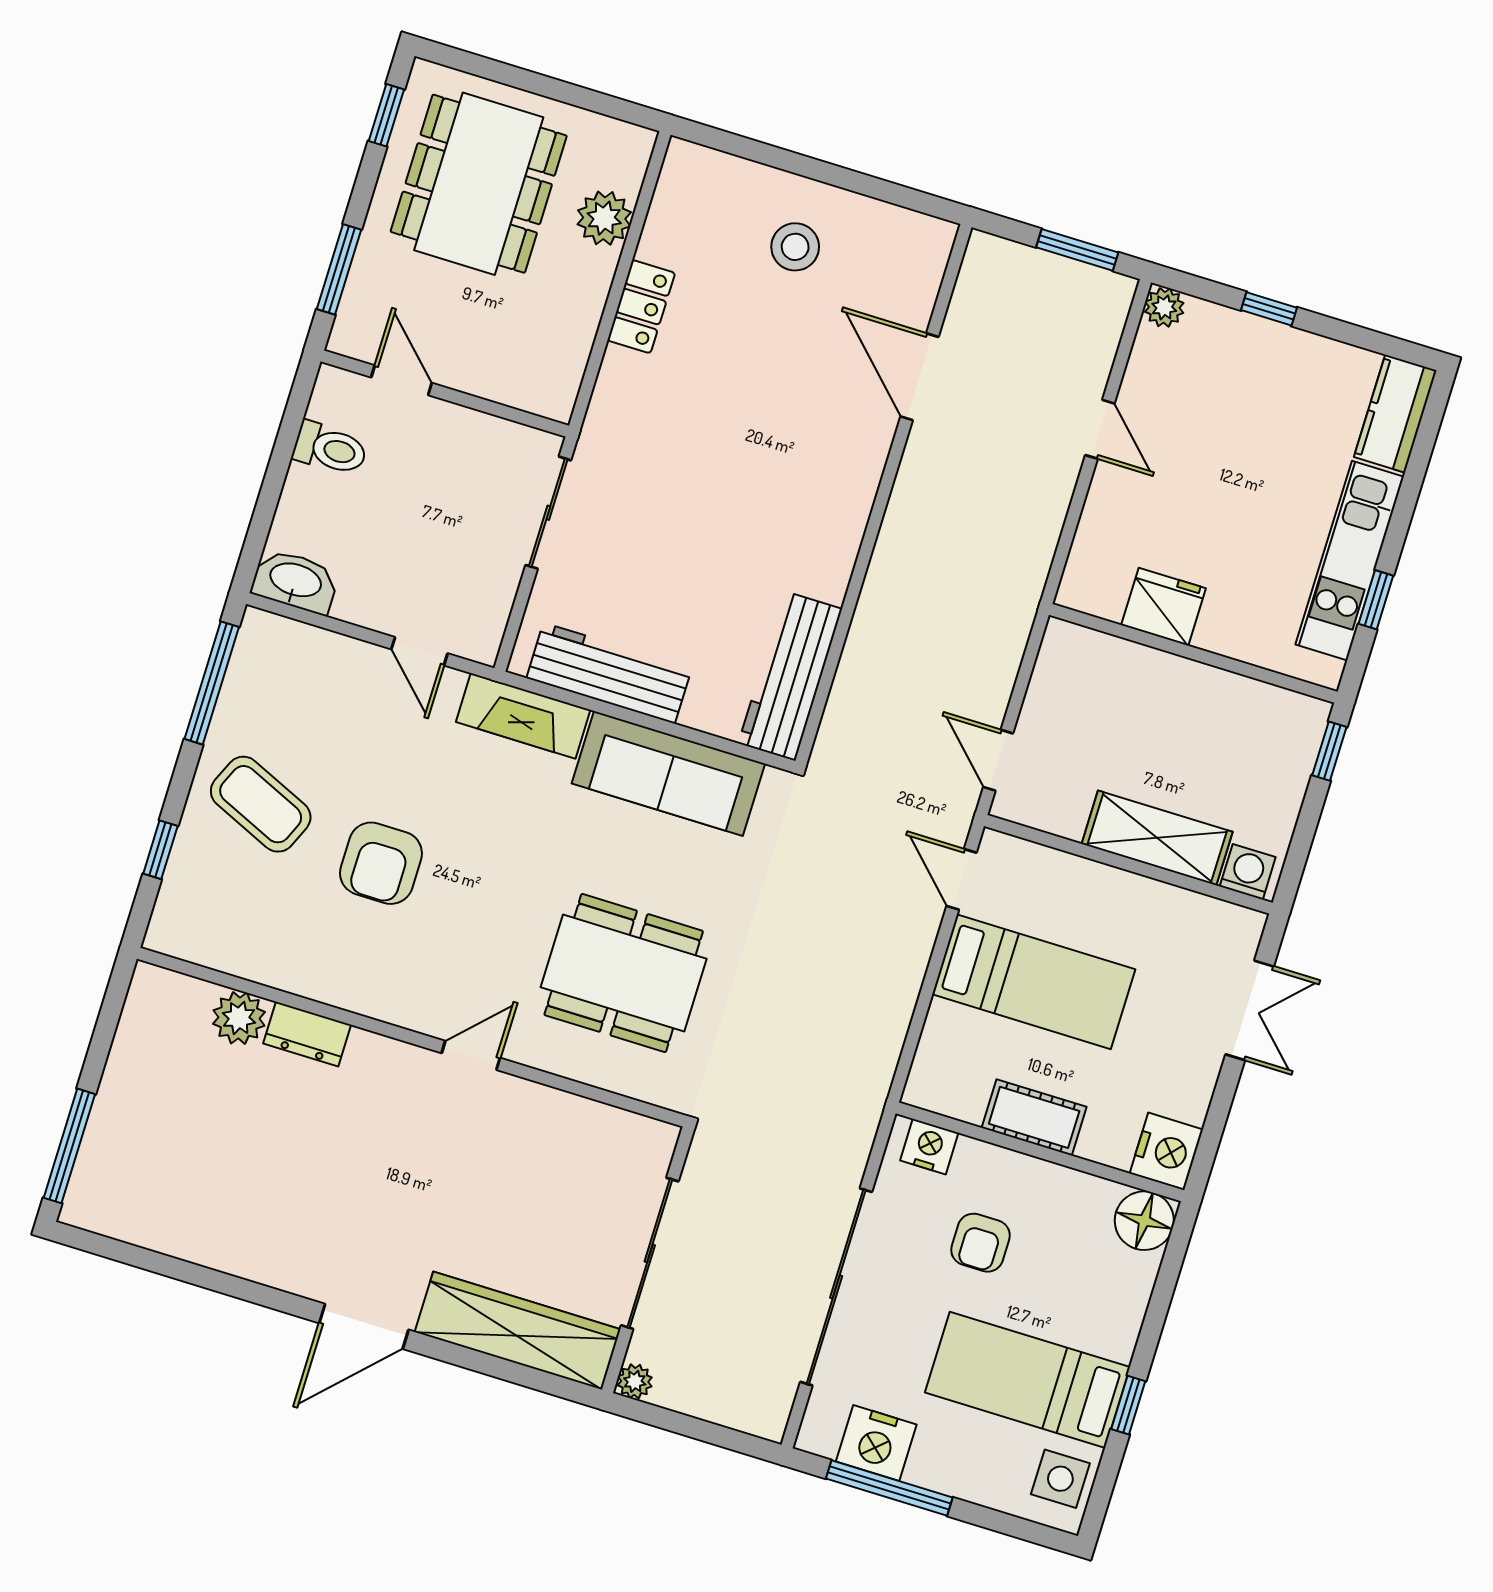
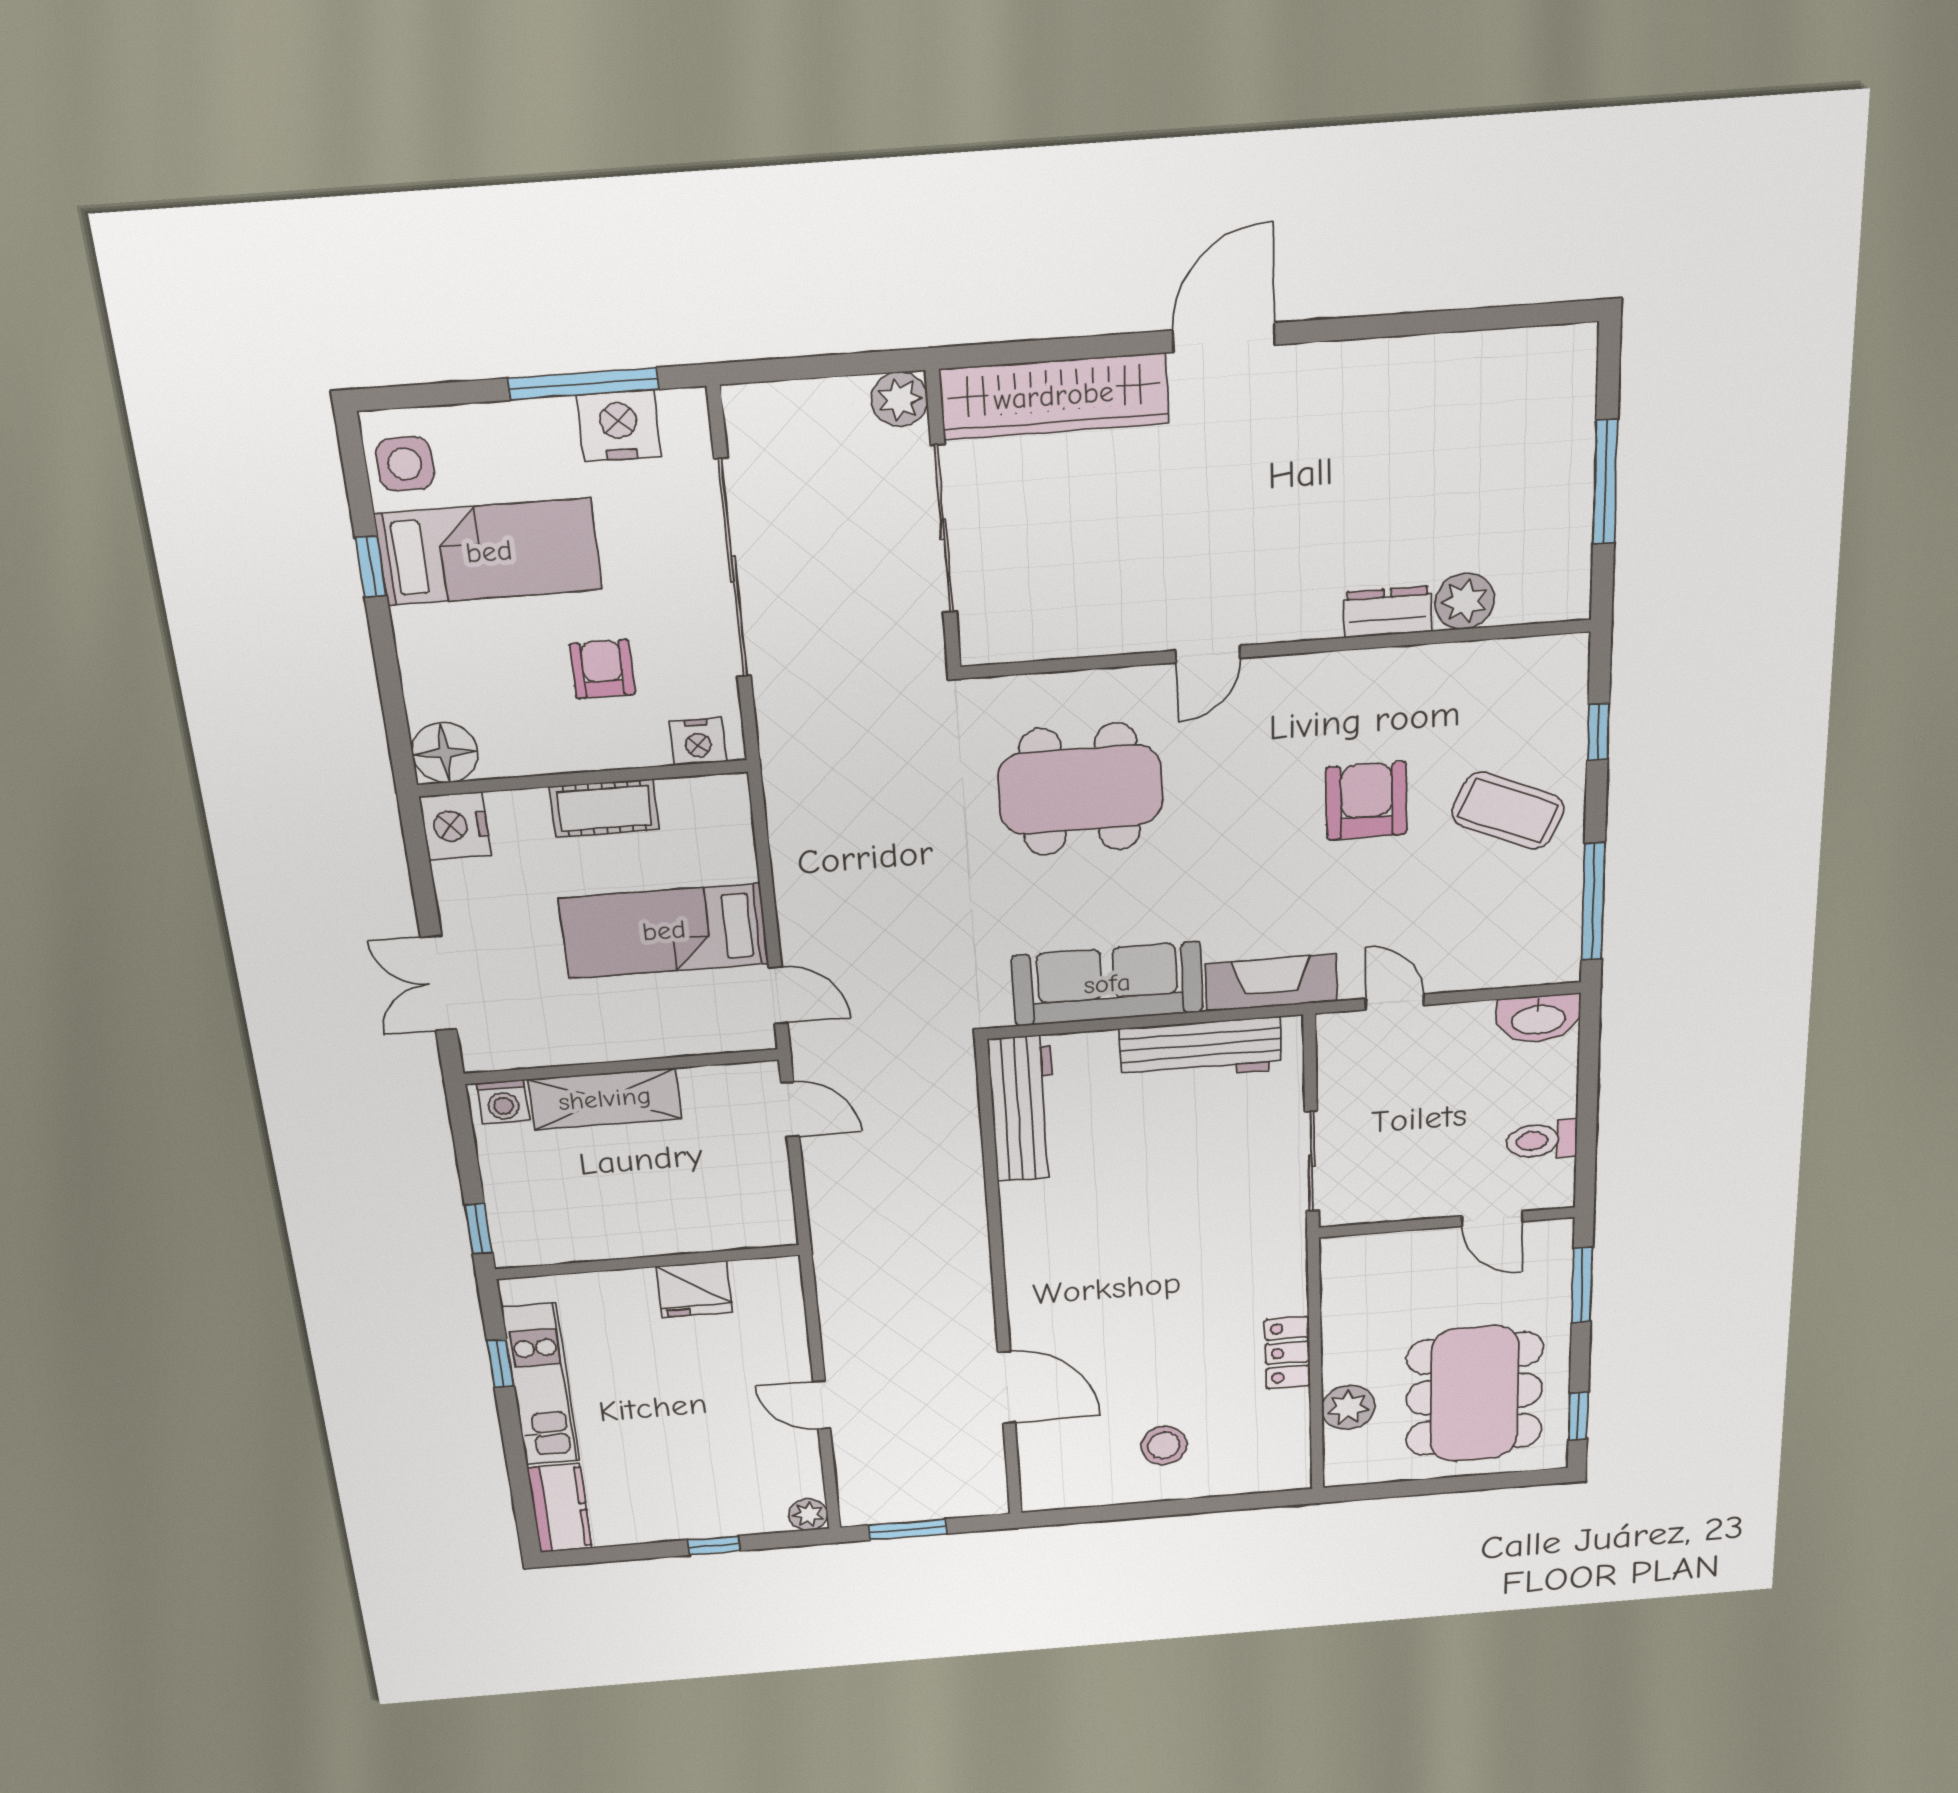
window: (69, 1146) -> (1605, 482), moved
plant: (635, 1381) -> (900, 399), width x1.38, depth x1.38

